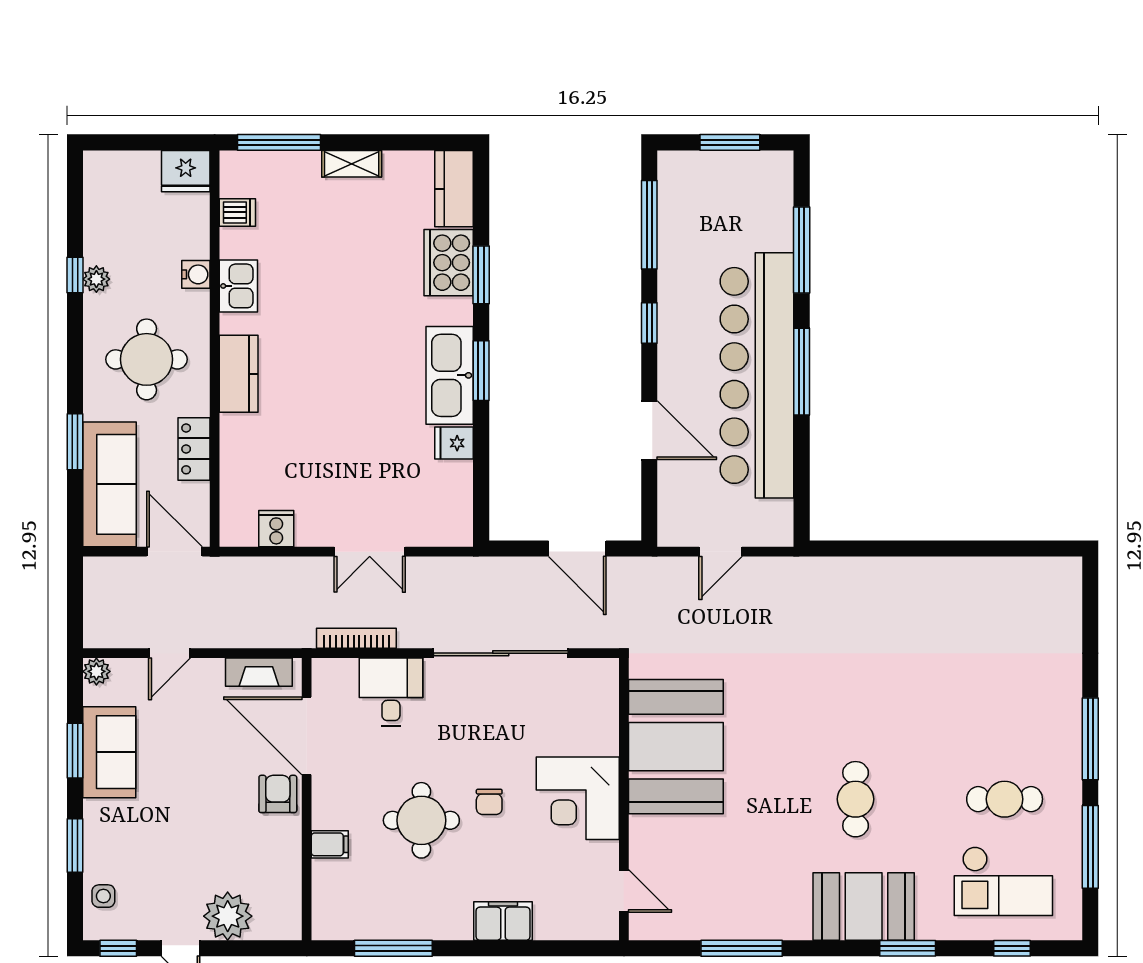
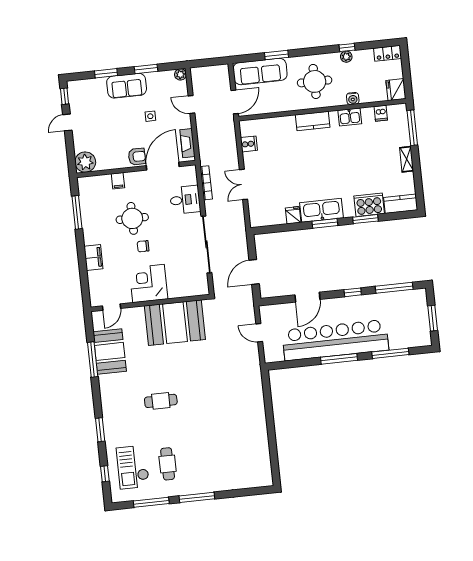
locker: (194, 449) -> (388, 53), moved, turned 180
sofa: (109, 752) -> (127, 86), moved
side table: (103, 896) -> (150, 116), moved
booth: (864, 906) -> (110, 351), moved
plant: (228, 916) -> (85, 162), moved

